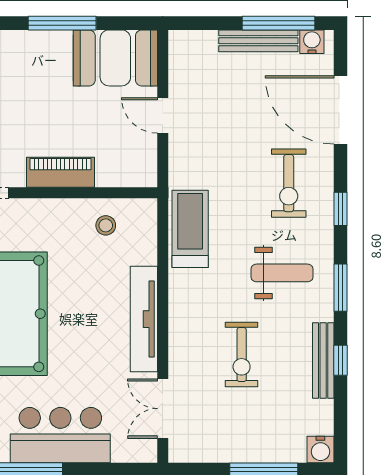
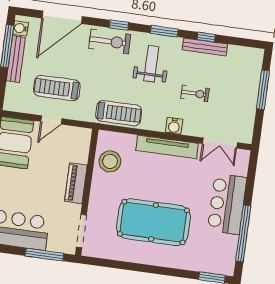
treadmill: (218, 118) -> (57, 88), added
exercise bike: (289, 183) -> (110, 41), moved
stool: (106, 225) -> (110, 161), width x1.89, depth x1.89
treadmill: (190, 229) -> (119, 113), turned 180
exercise bike: (242, 355) -> (195, 93), width x0.73, depth x0.72
water cooler: (320, 450) -> (174, 126), moved, turned 90

